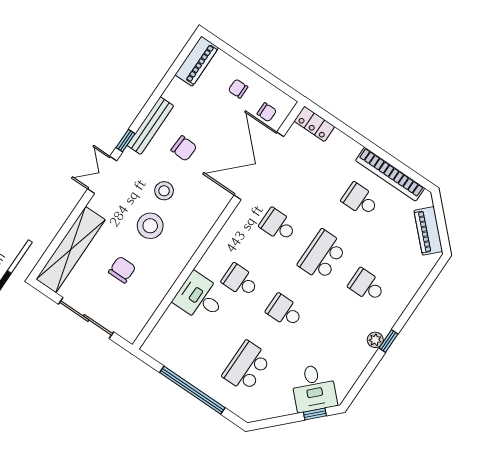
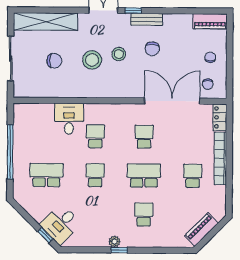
bench: (150, 126) -> (147, 19), width x0.73
bookcase: (390, 174) -> (220, 158), moved

